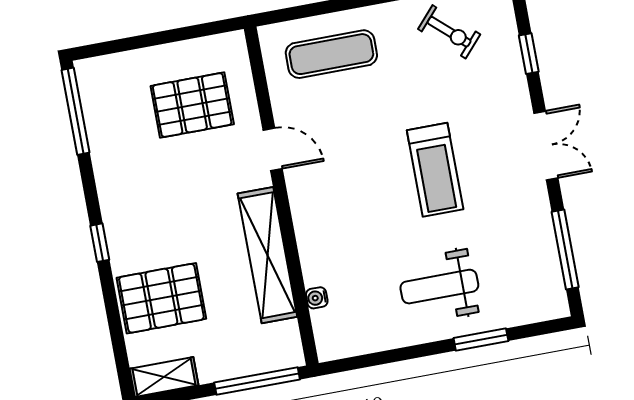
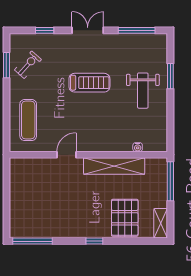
pallet: (192, 105) -> (40, 188), removed

